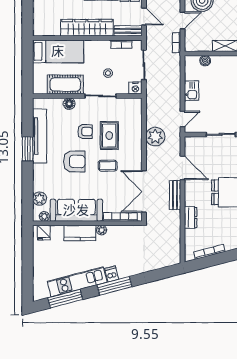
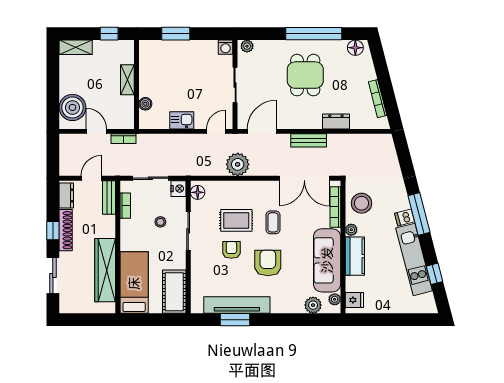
wardrobe: (87, 28) -> (105, 270), moved
cot: (65, 84) -> (174, 292), moved
floor lamp: (69, 104) -> (198, 192), moved
door: (182, 119) -> (216, 131), hinge flipped
window: (28, 149) -> (235, 320), moved
door: (182, 168) -> (262, 131), moved
stool: (123, 239) -> (362, 203), added
window: (65, 299) -> (435, 274), width x0.46

